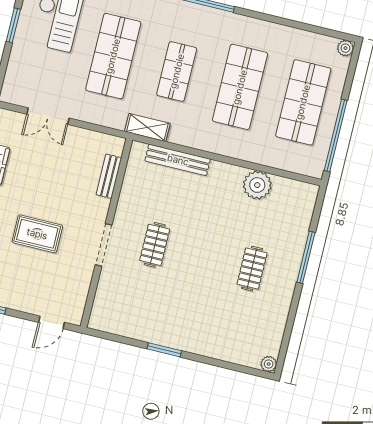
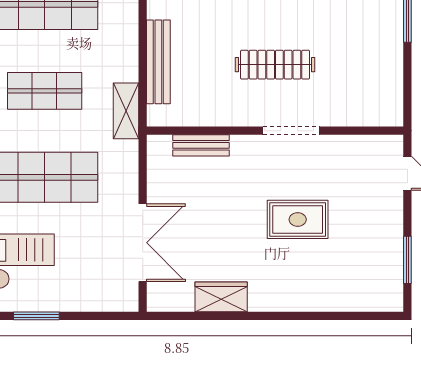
double door: (48, 116) -> (143, 243), width x1.37
rug: (37, 234) -> (298, 219), turned 90
clothes rail: (155, 245) -> (275, 65), width x1.36

